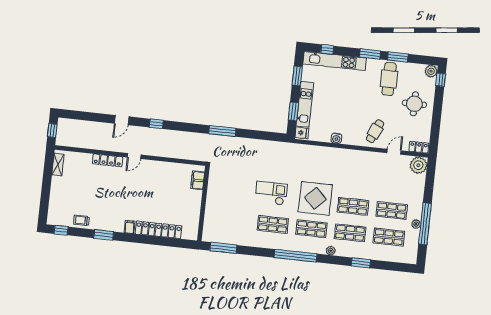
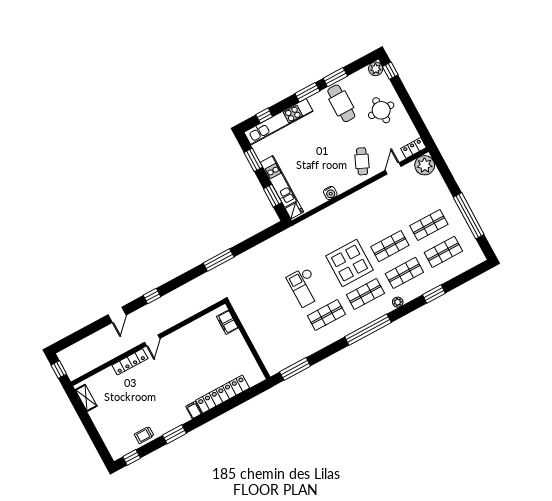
checkout: (271, 193) -> (305, 287), turned -90
plant: (416, 224) -> (461, 222), removed

